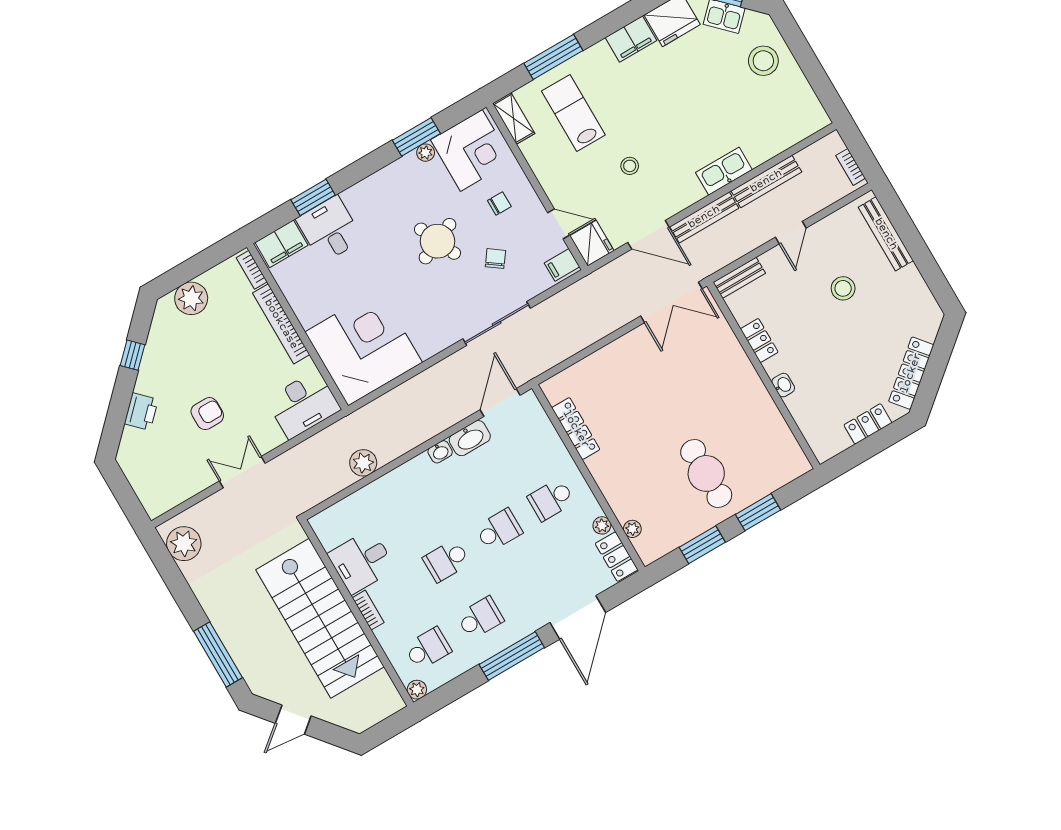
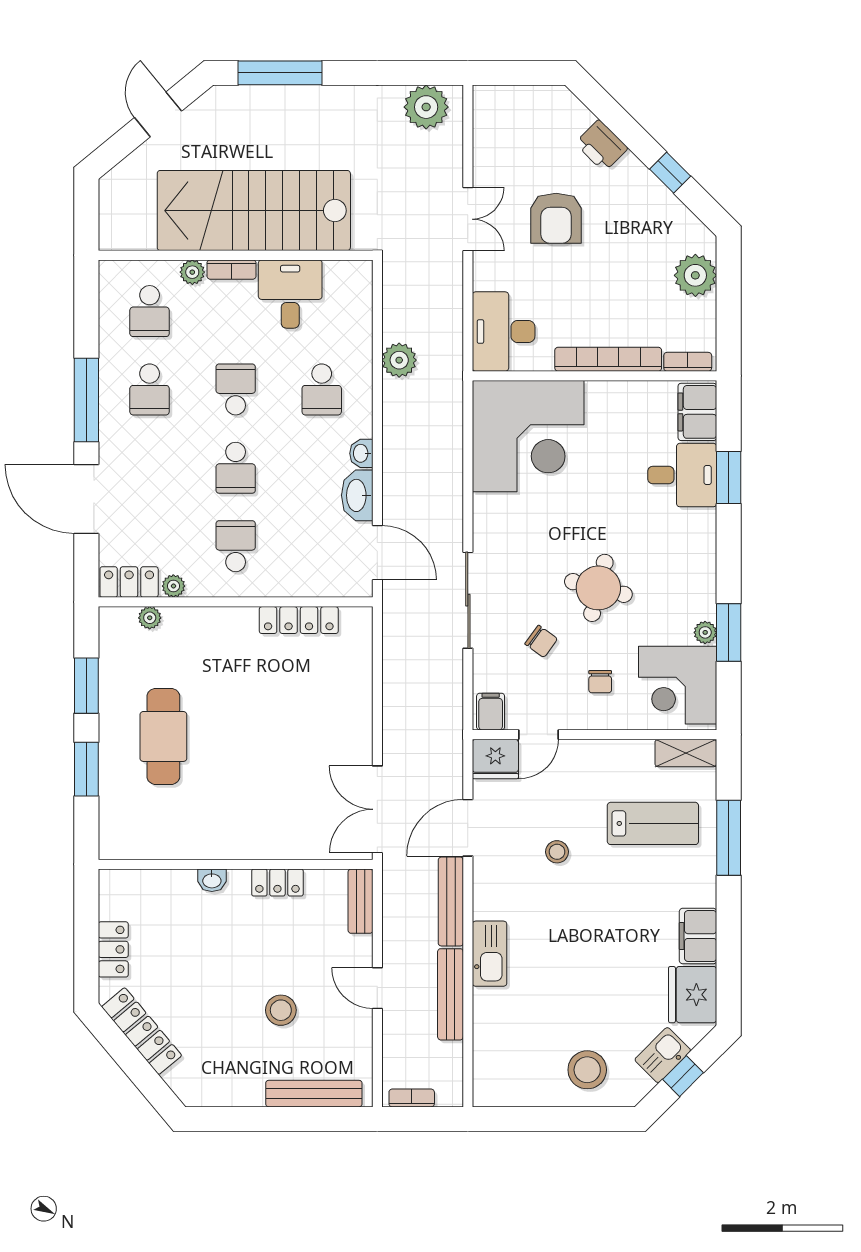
round table: (438, 241) -> (598, 588), turned 38
armchair: (207, 414) -> (556, 218), width x1.38, depth x1.38
cafe table: (706, 473) -> (163, 736), turned 90
school desk: (413, 503) -> (322, 389), added
plant: (417, 690) -> (192, 272), moved

